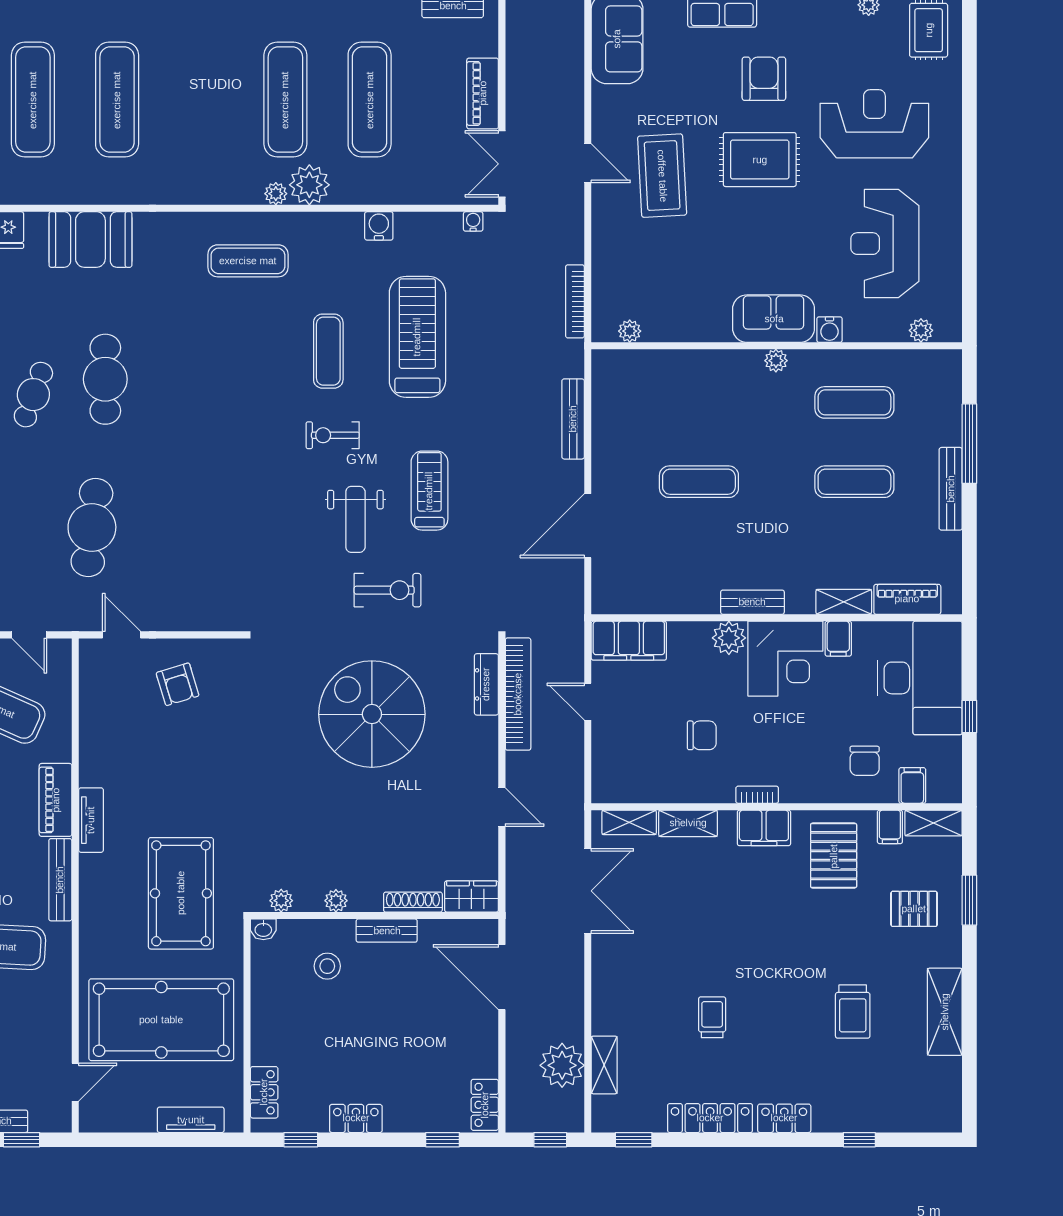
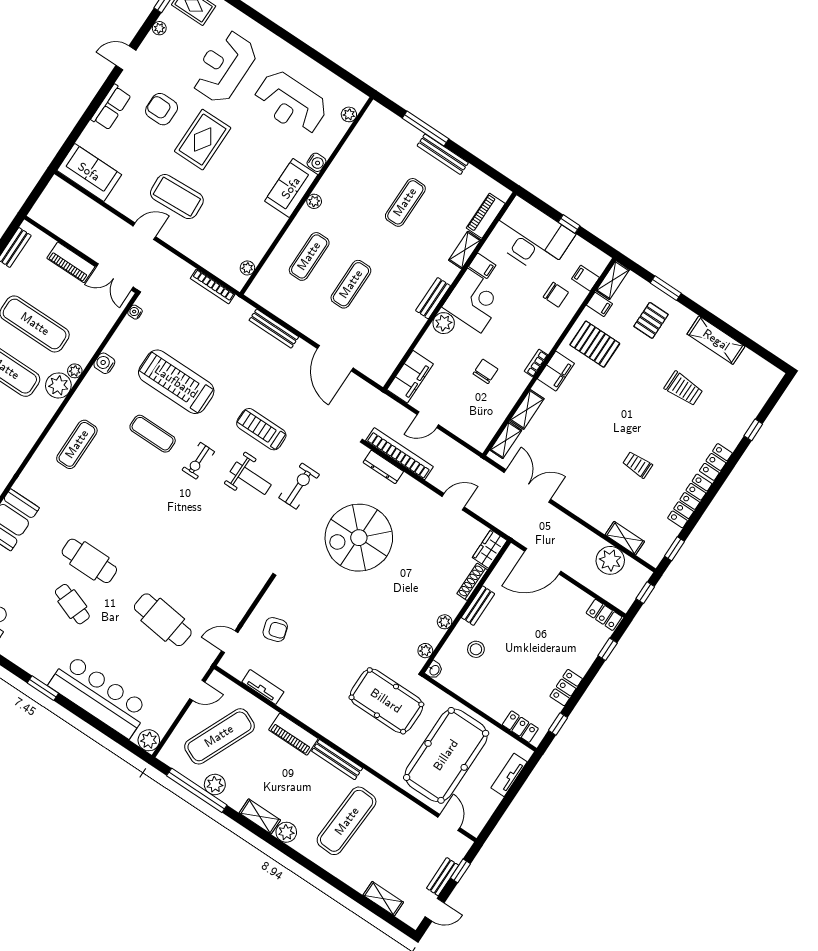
plant: (276, 194) -> (75, 371), moved
exercise mat: (854, 402) -> (309, 256), moved
tv unit: (91, 820) -> (263, 687), moved

